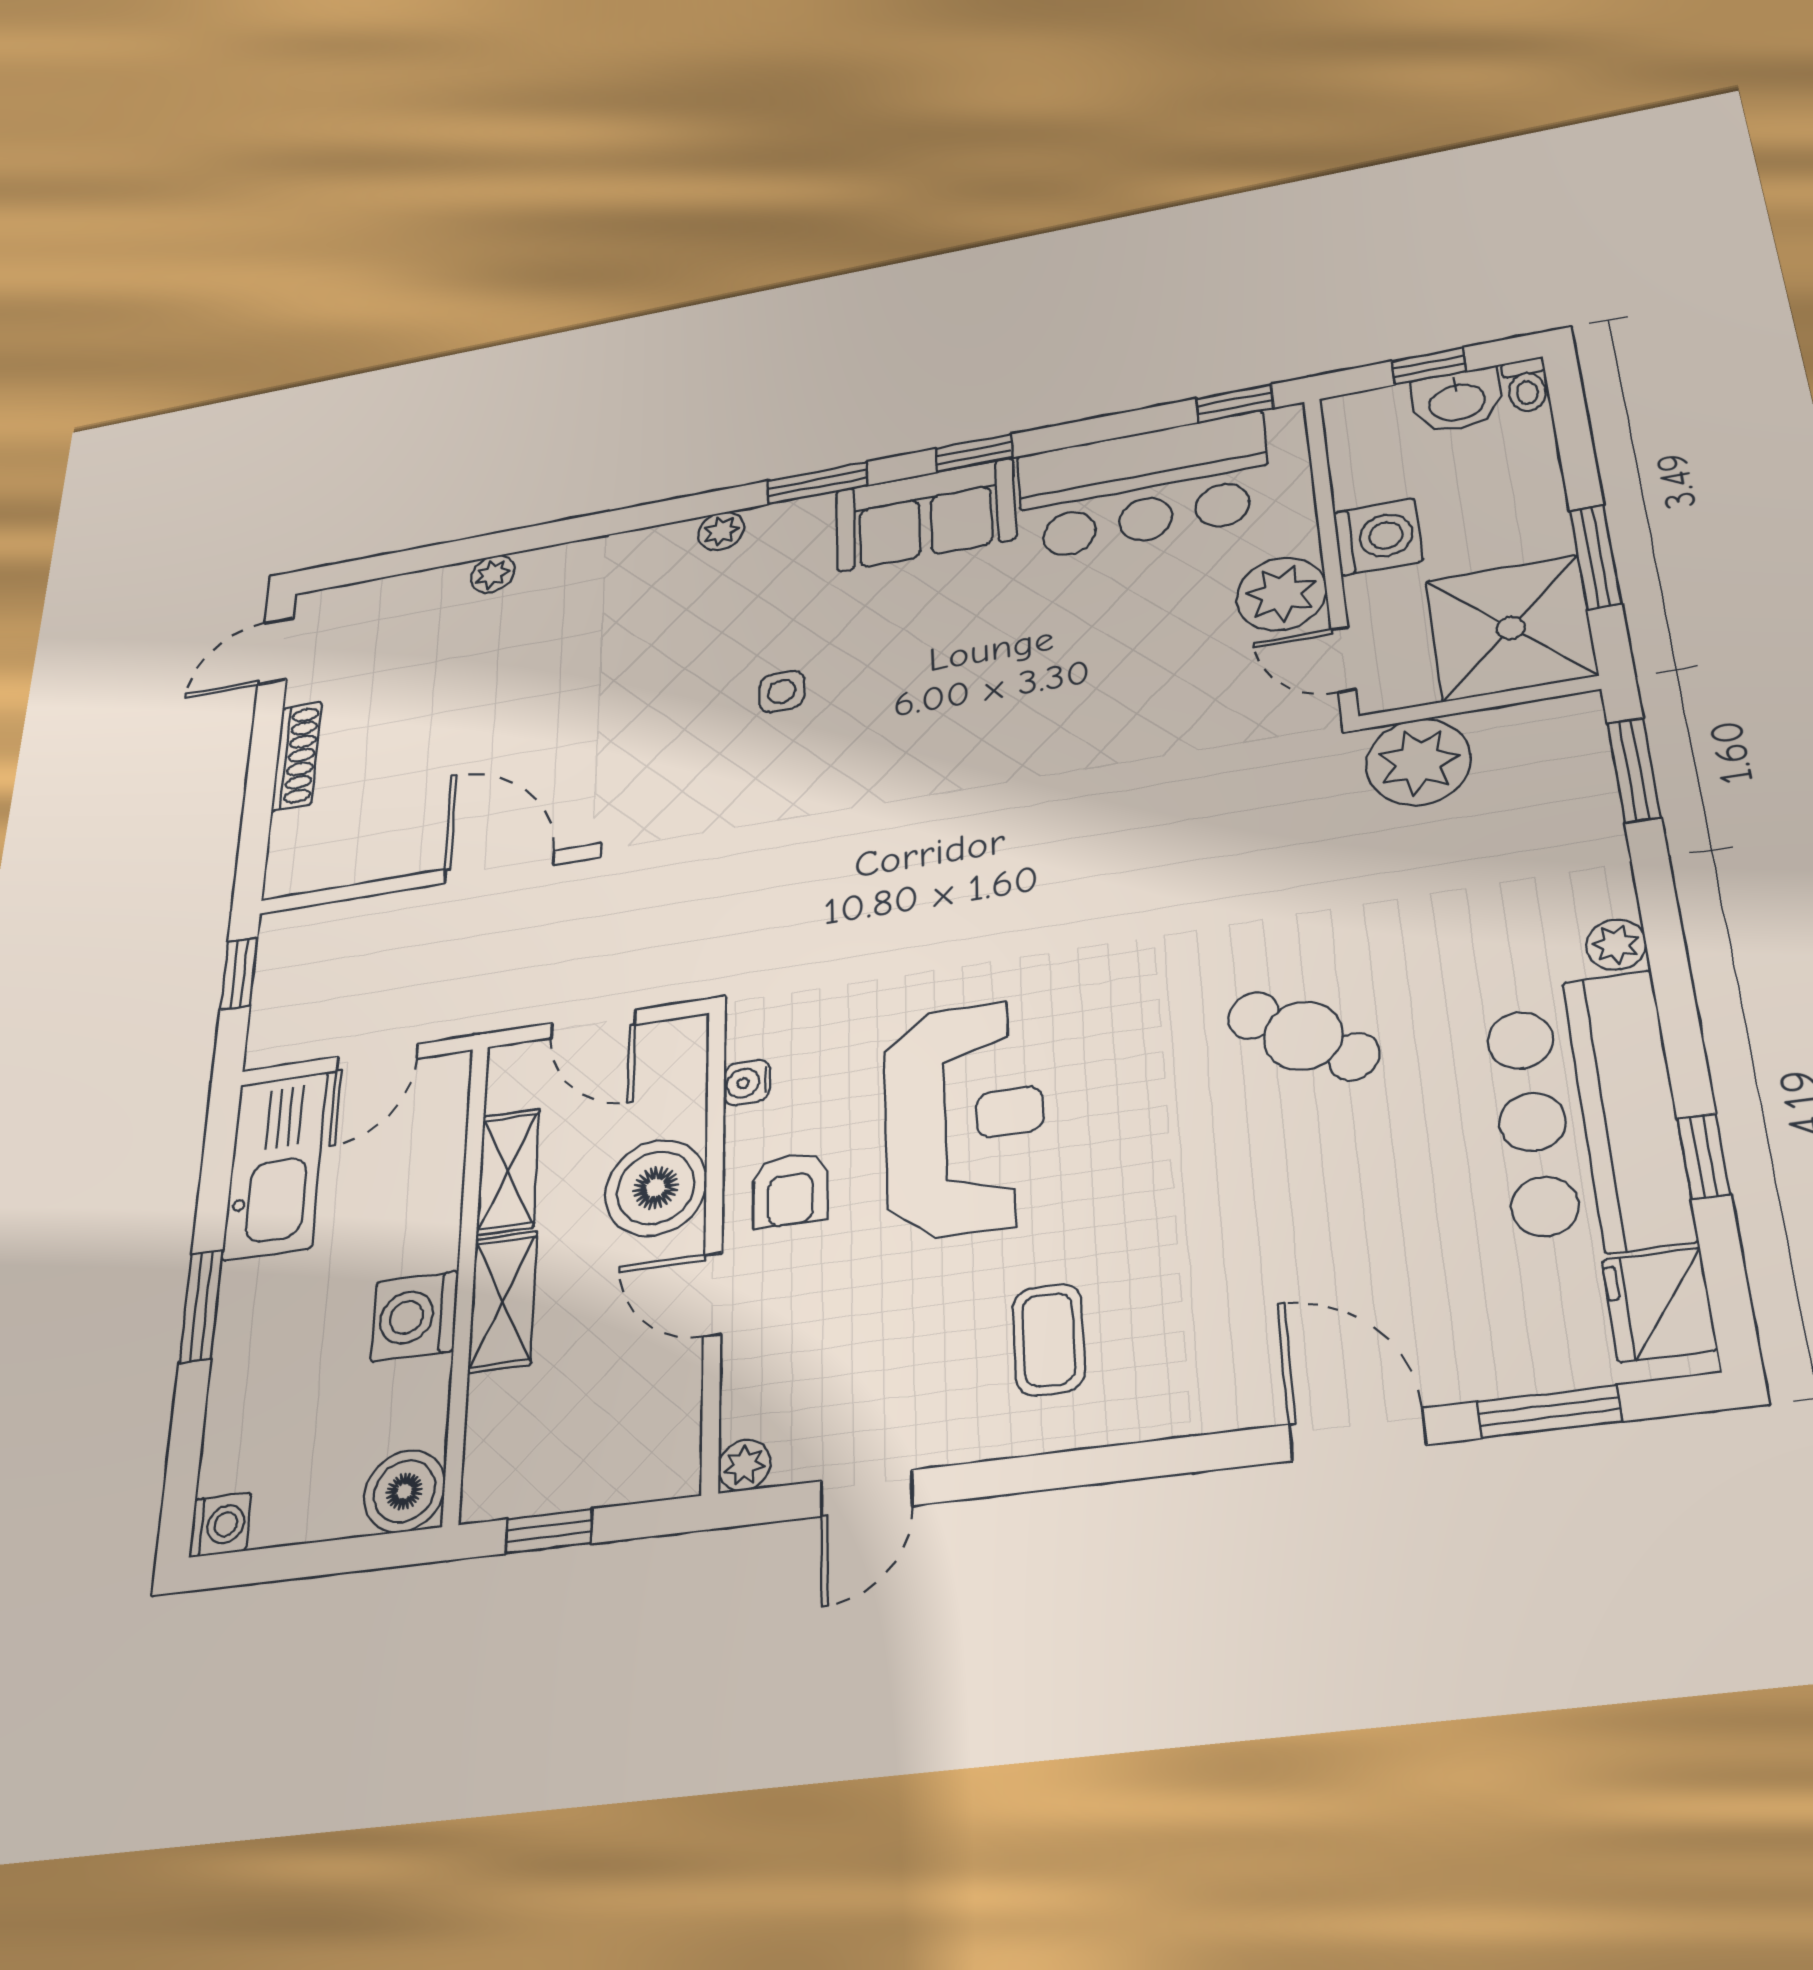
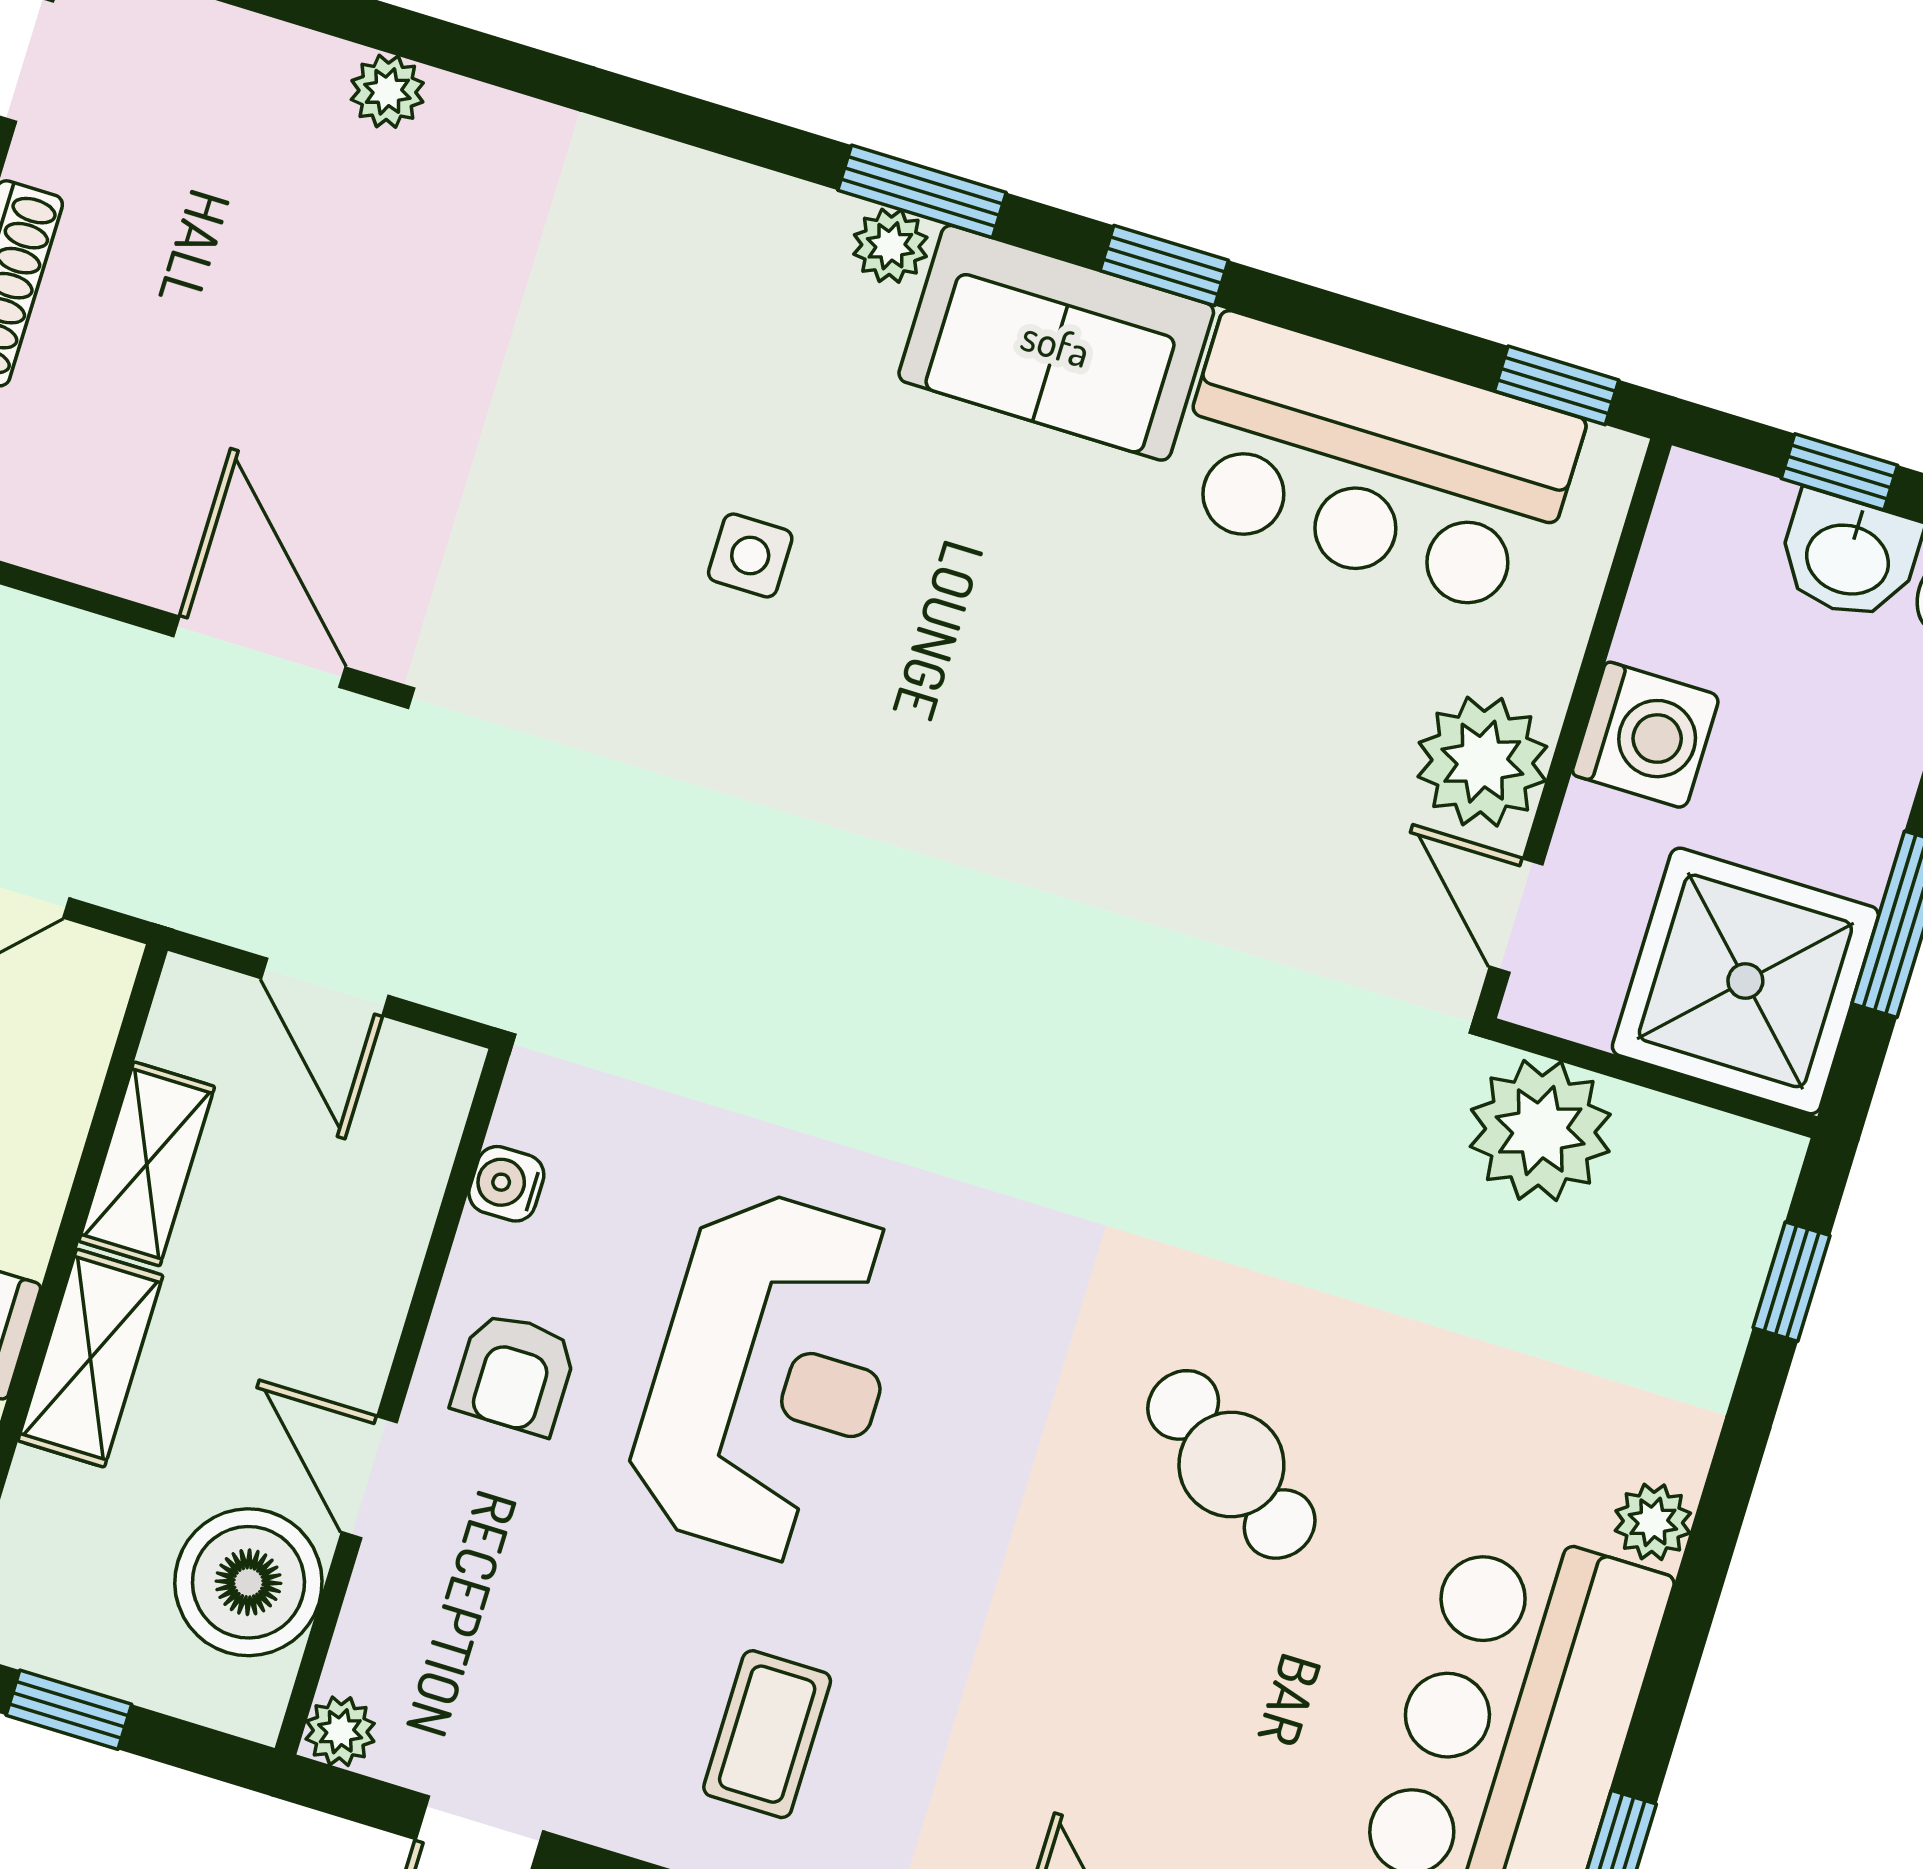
plant: (721, 531) -> (890, 246), moved
window: (1634, 770) -> (1791, 1282), width x0.67
boiler: (656, 1188) -> (248, 1582), moved

